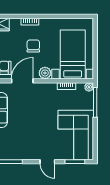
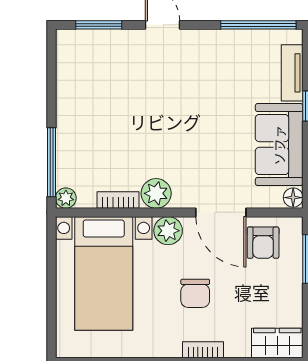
door: (22, 81) -> (221, 212), hinge flipped
plant: (50, 89) -> (156, 193), added
corner sofa: (76, 135) -> (97, 87), removed

